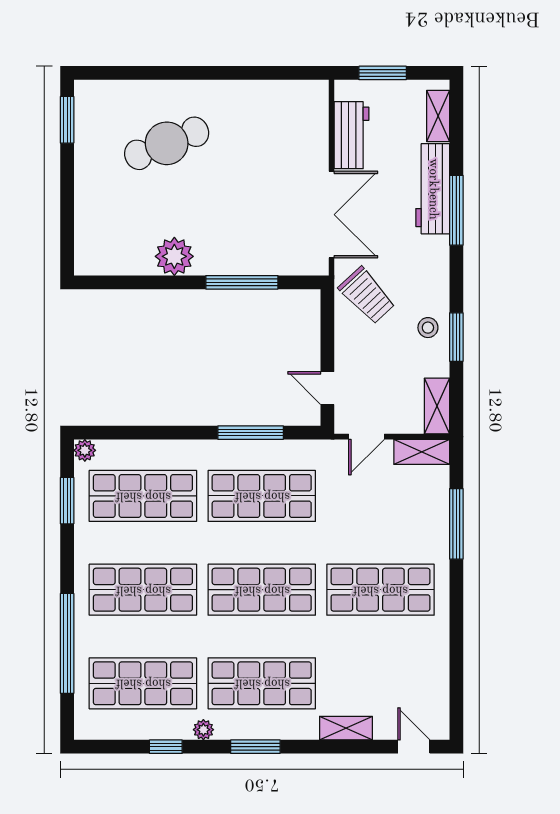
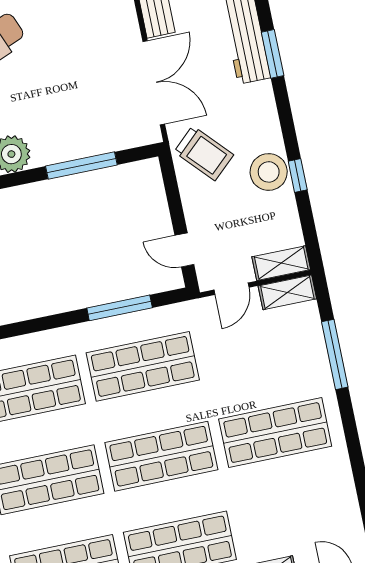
window: (456, 210) -> (273, 54), width x0.69
stool: (428, 328) -> (269, 172), width x1.89, depth x1.89
window: (456, 337) -> (298, 175), width x0.67
shelving: (437, 406) -> (281, 263), moved, turned 90

